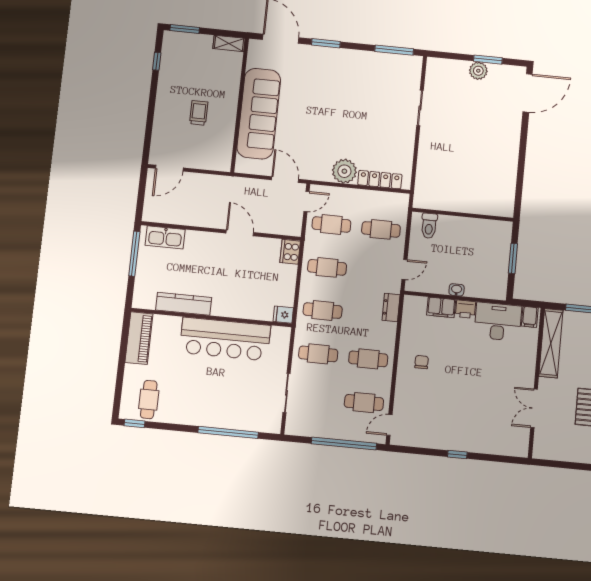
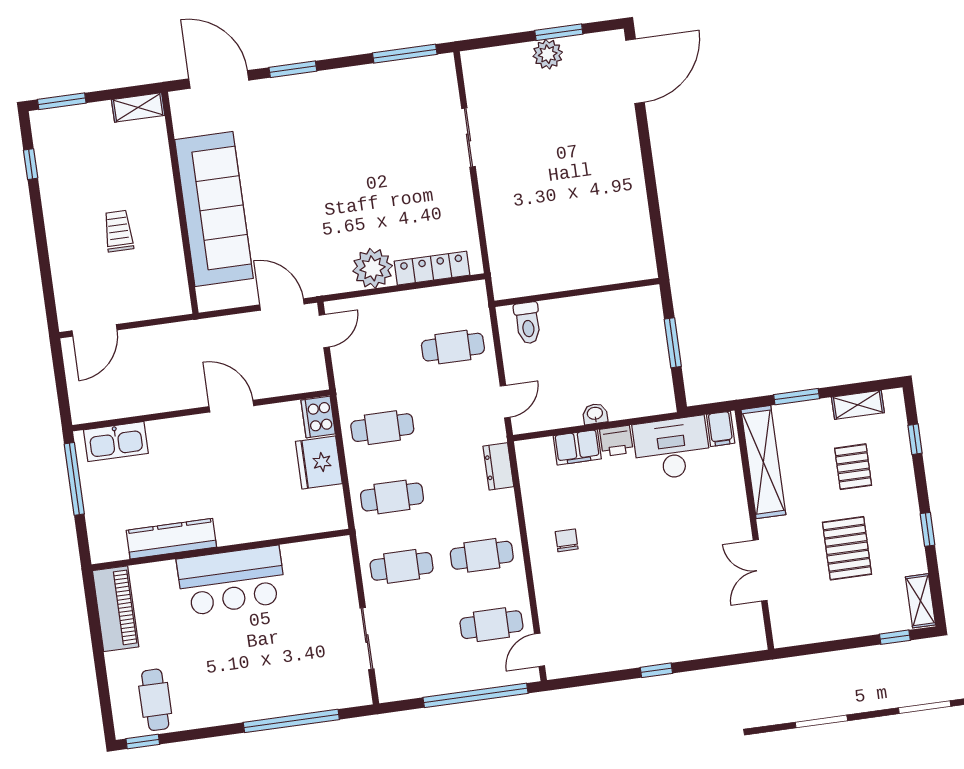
cafe table: (331, 225) -> (373, 358), removed
fridge: (283, 315) -> (319, 462), moved, width x1.88, depth x1.34
bar counter: (225, 339) -> (231, 581), width x0.73

